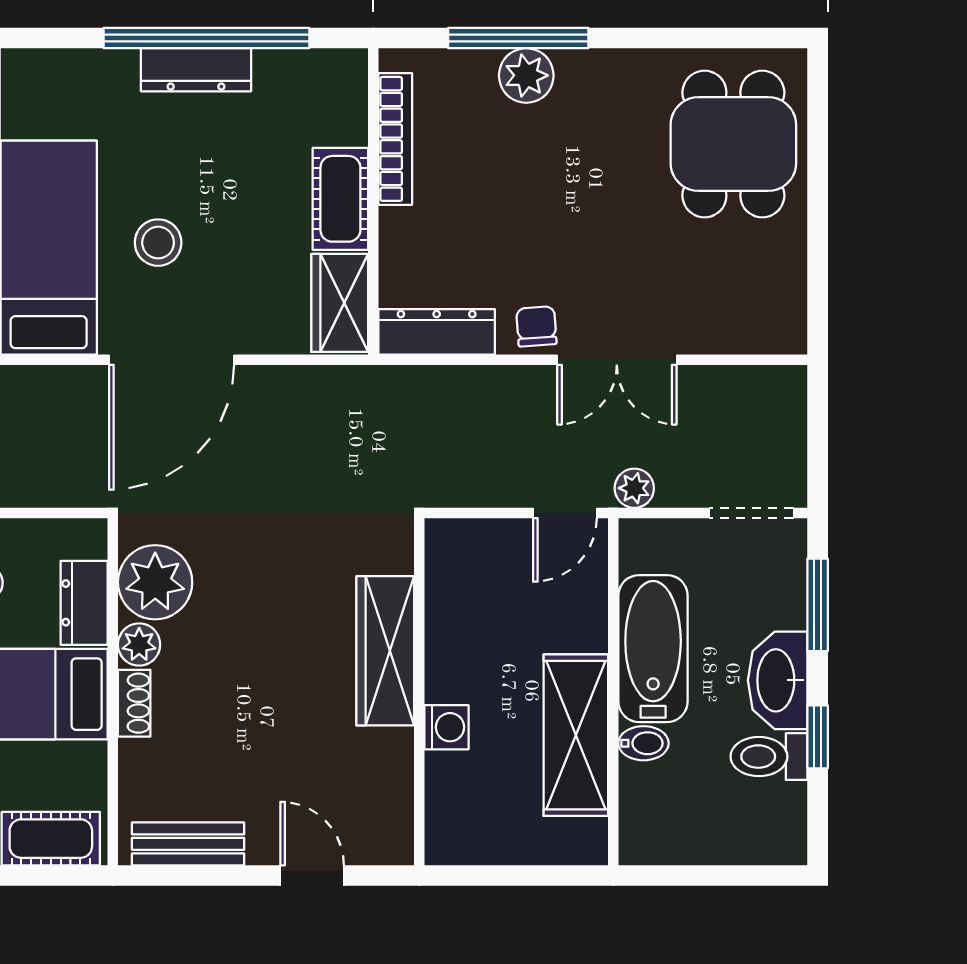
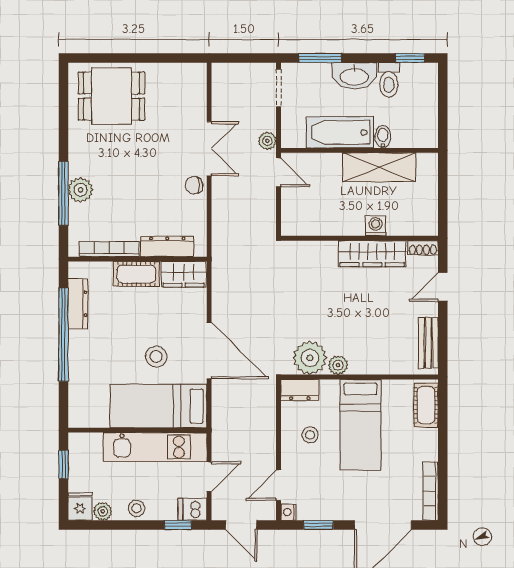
dresser: (196, 70) -> (78, 304), moved
dresser: (437, 332) -> (167, 246), moved, turned 90
dresser: (84, 603) -> (300, 390), moved
wardrobe: (385, 651) -> (372, 254), moved
shoe rack: (134, 703) -> (423, 248), moved, turned 180
window: (818, 737) -> (410, 58), moved

